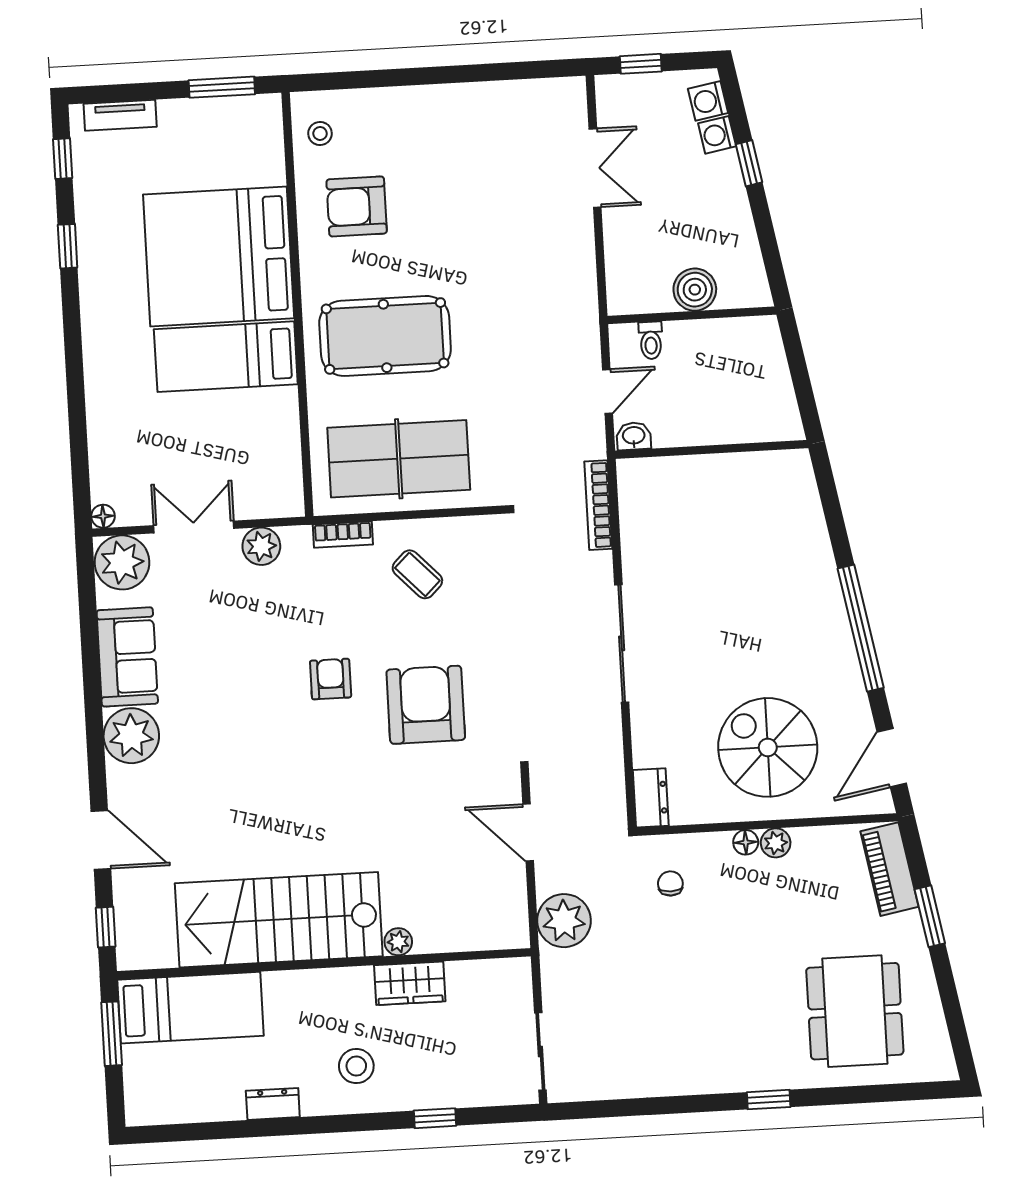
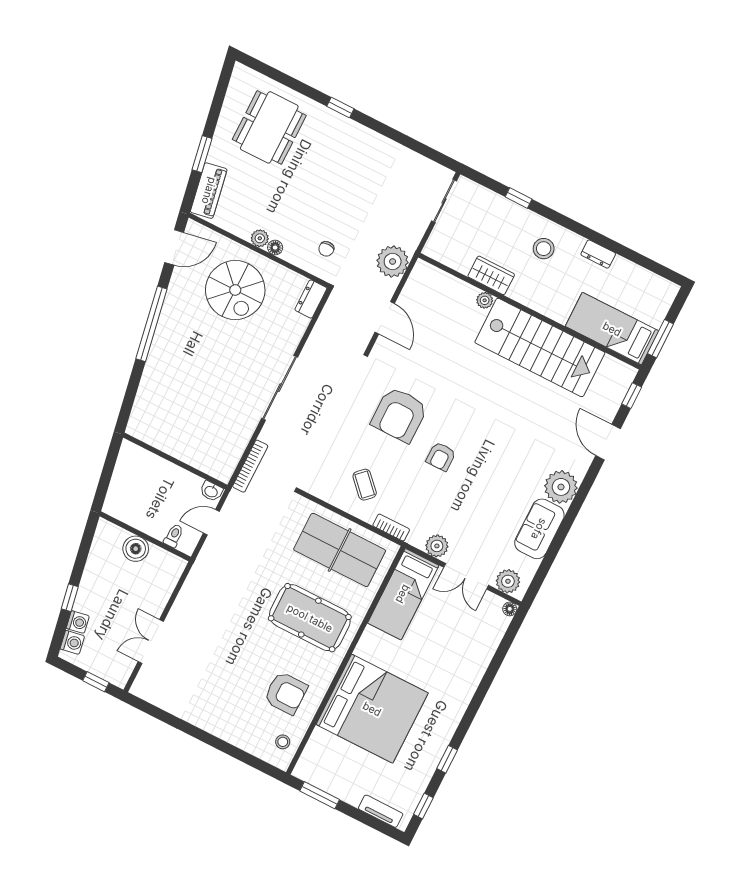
bed: (226, 357) -> (403, 594), moved, turned 90
plant: (122, 562) -> (508, 581), width x0.73, depth x0.73

